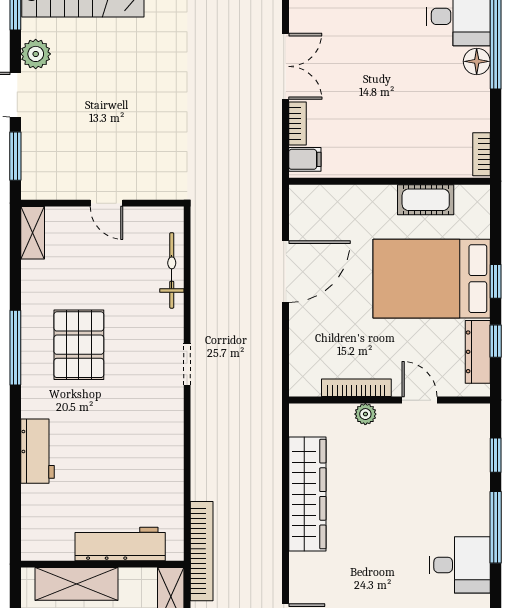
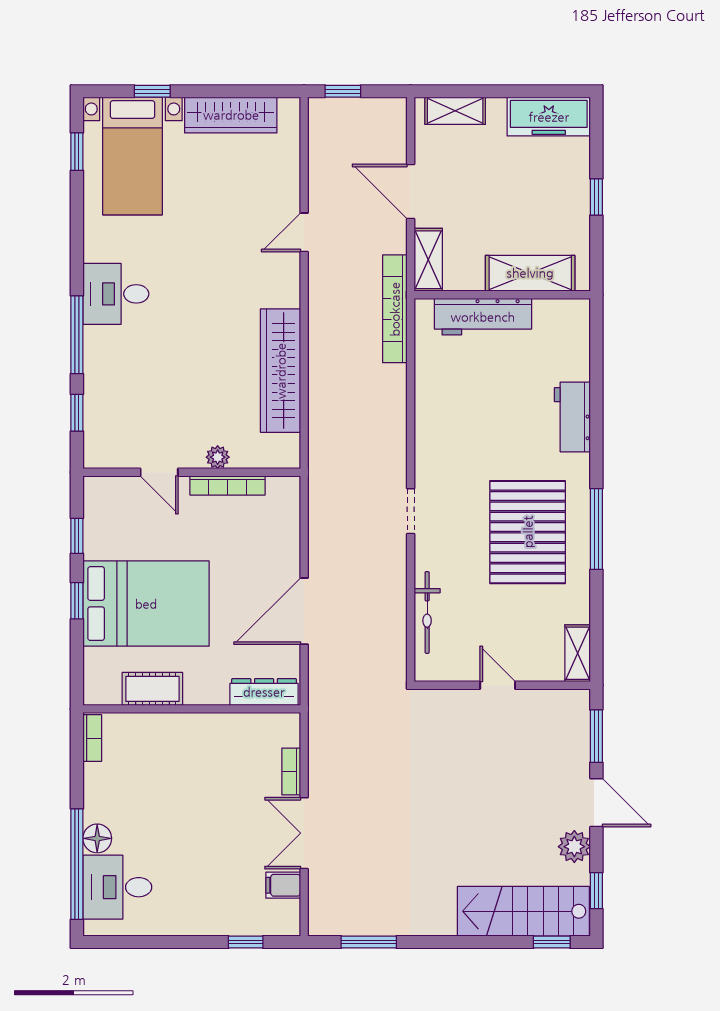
filing cabinet: (305, 159) -> (283, 885), moved
pallet: (79, 345) -> (528, 532), width x1.37, depth x1.41
dresser: (478, 352) -> (264, 692), moved, turned -90

